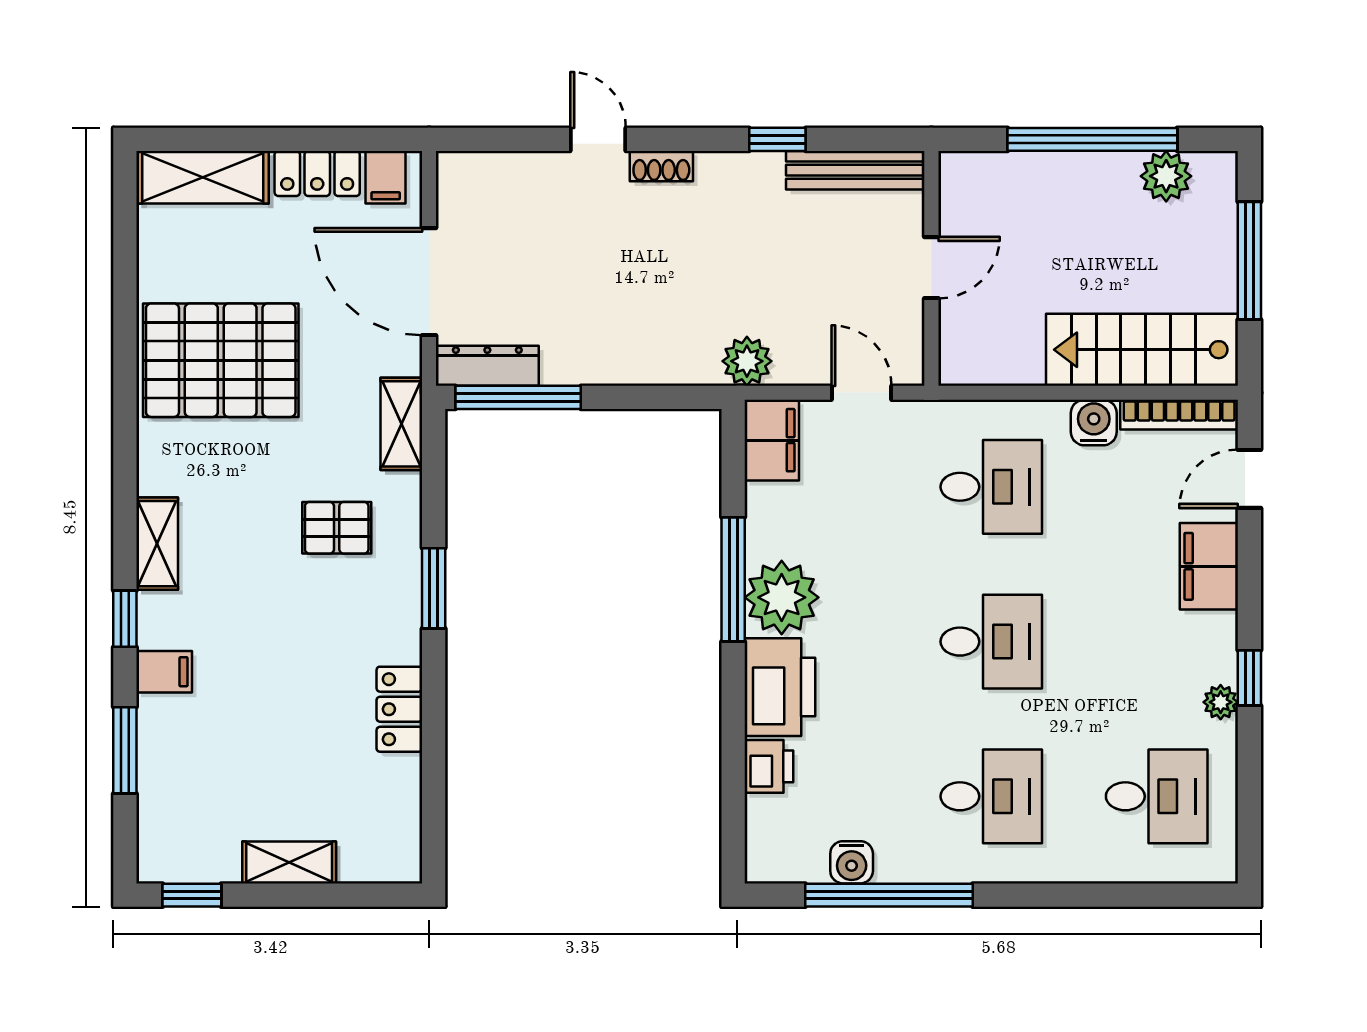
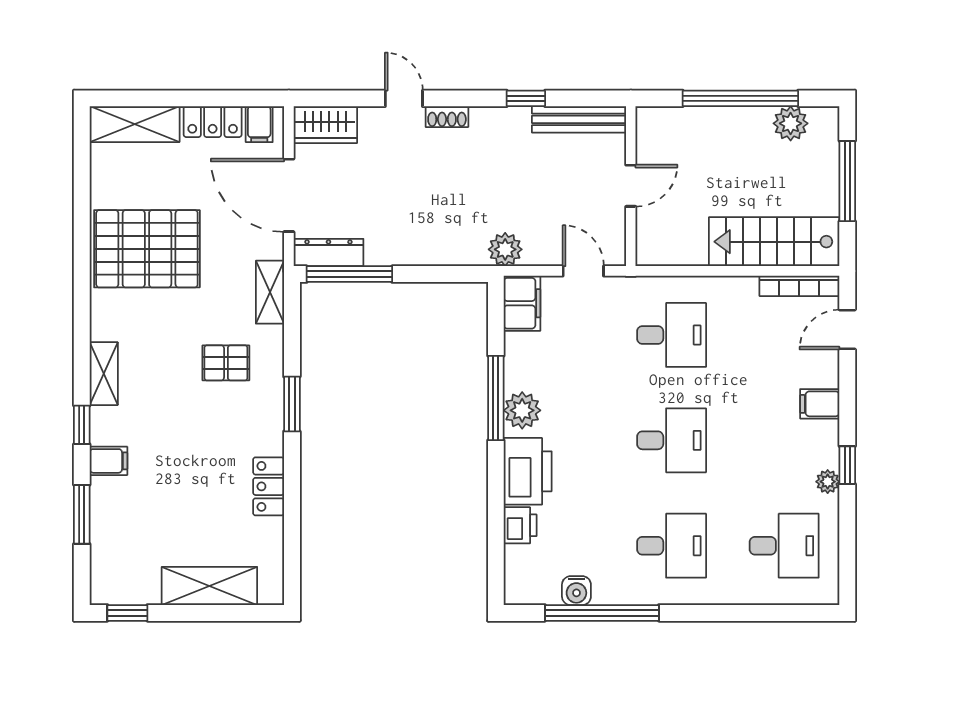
wardrobe: (483, 178) -> (325, 125), added
water cooler: (1094, 423) -> (741, 291), removed
filing cabinet: (1209, 566) -> (820, 404), width x0.50
plant: (782, 597) -> (522, 410), width x0.73, depth x0.73
shelving: (289, 862) -> (209, 586), width x1.50, depth x1.33

